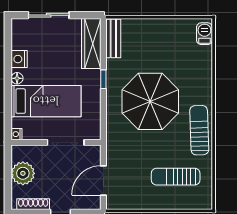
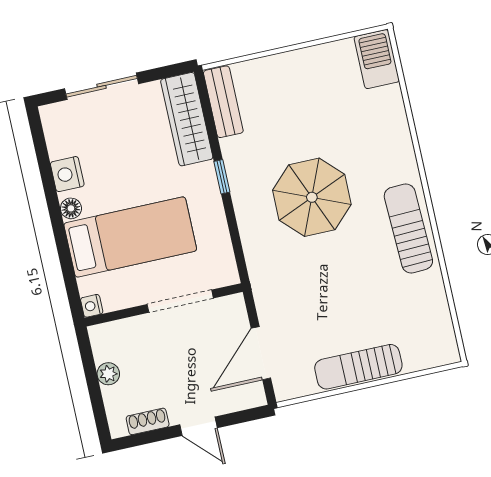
barbecue: (204, 34) -> (377, 59), width x1.38, depth x1.27
parasol: (150, 101) -> (312, 197), width x0.73, depth x0.73
plant: (23, 173) -> (108, 374), width x0.53, depth x0.53
sun lounger: (176, 177) -> (358, 367), moved
shoe rack: (33, 204) -> (148, 421), width x0.70

